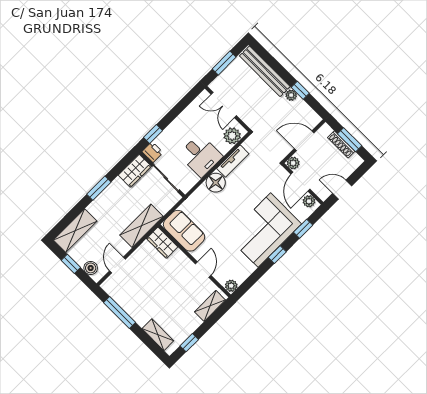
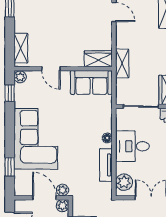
floor lamp: (216, 183) -> (107, 138), width x0.53, depth x0.53
plant: (309, 201) -> (62, 190), moved
shelving: (142, 226) -> (122, 63), width x0.67, depth x0.75
window: (277, 255) -> (10, 93), moved

